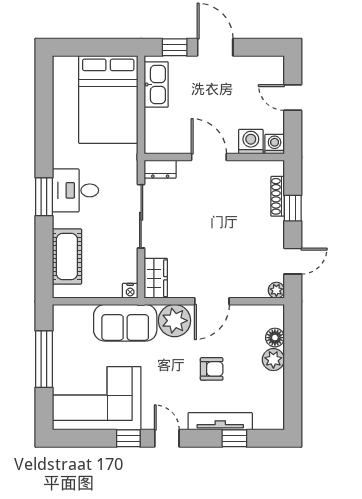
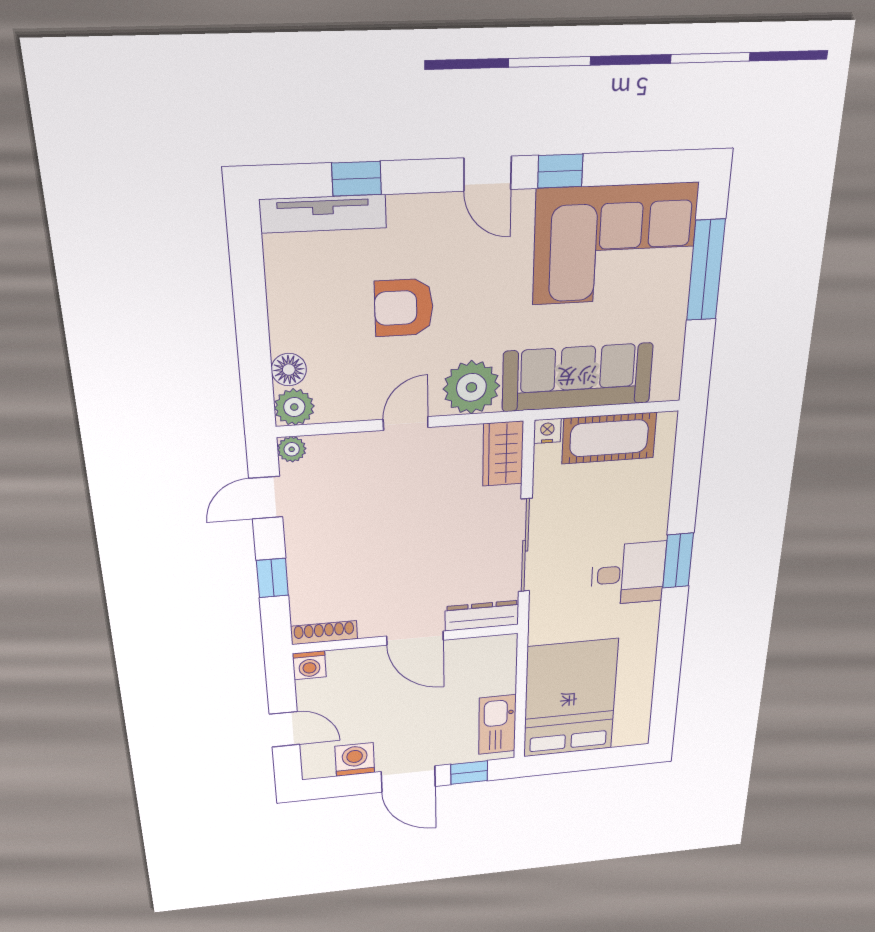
washing machine: (251, 142) -> (355, 759), moved, turned 180
dresser: (160, 169) -> (482, 616), width x1.44
shoe rack: (278, 196) -> (324, 633), moved, turned -90
cot: (67, 257) -> (609, 438), moved, turned 90
door: (212, 301) -> (406, 423), width x0.73
sofa: (125, 323) -> (577, 377), width x1.36
window: (44, 359) -> (706, 270), moved
plant: (273, 360) -> (294, 407), moved
armchair: (212, 369) -> (404, 308), width x1.38, depth x1.38
tv unit: (220, 421) -> (323, 214), moved

